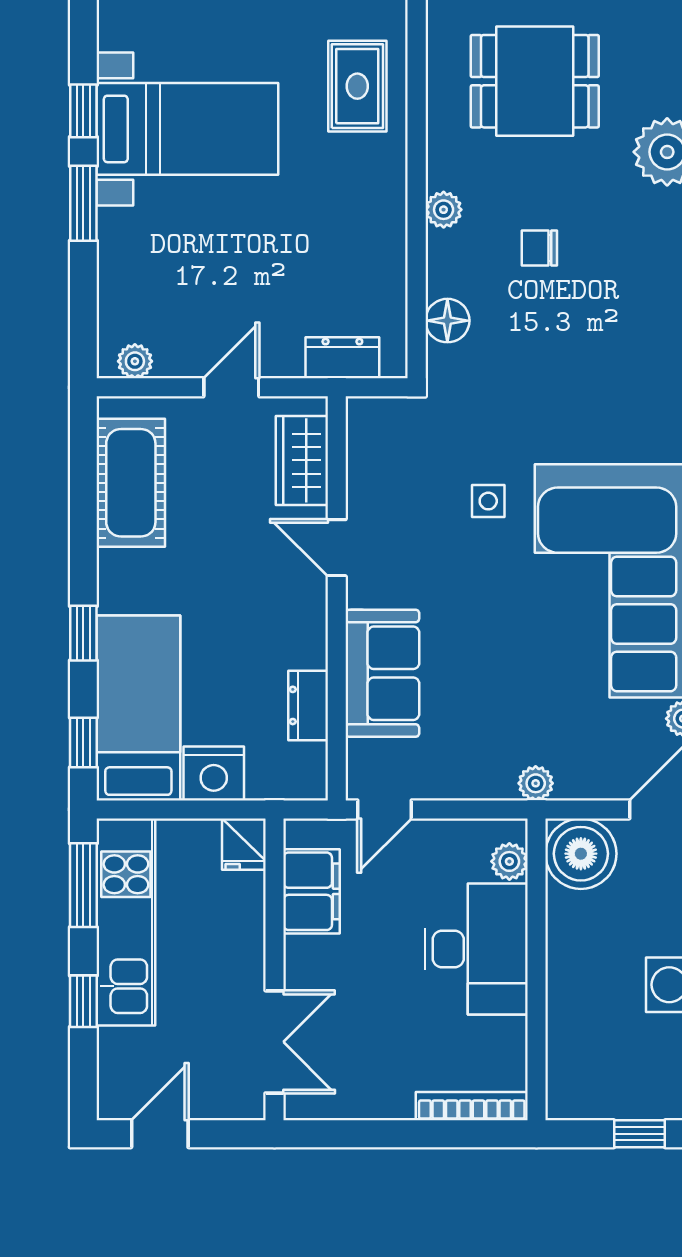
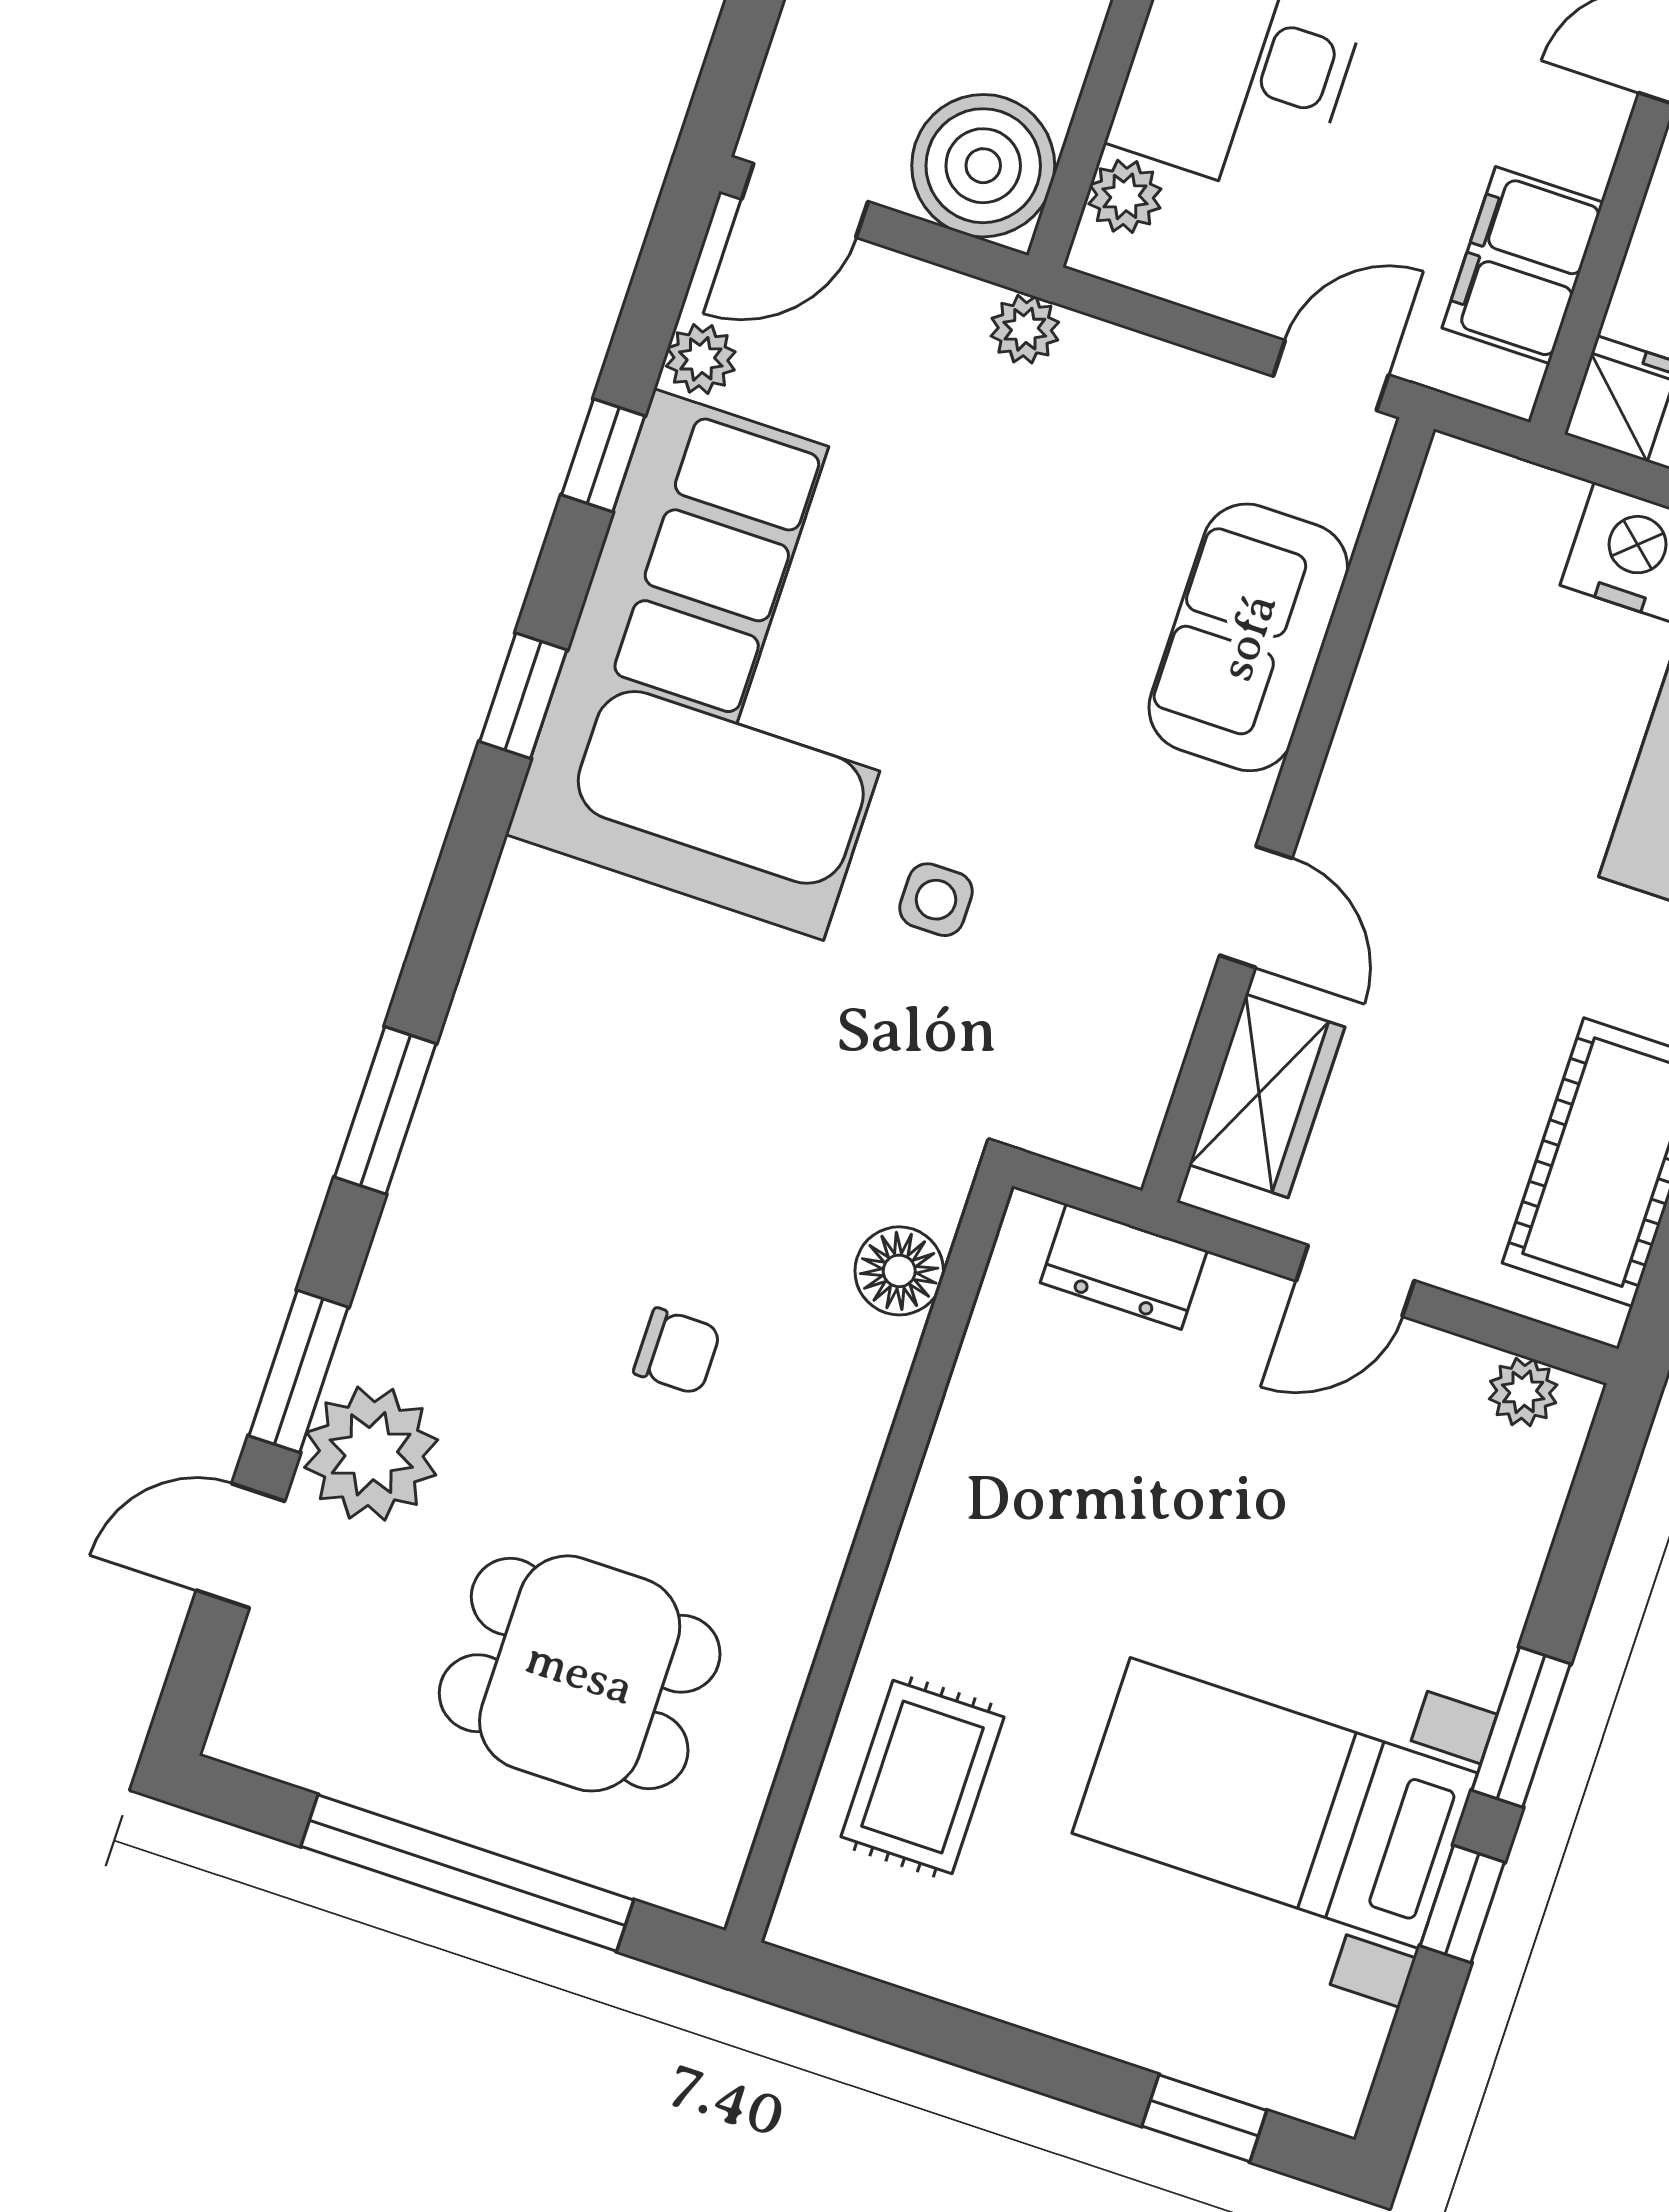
plant: (444, 210) -> (836, 1486), removed
dresser: (308, 705) -> (1411, 623), removed

